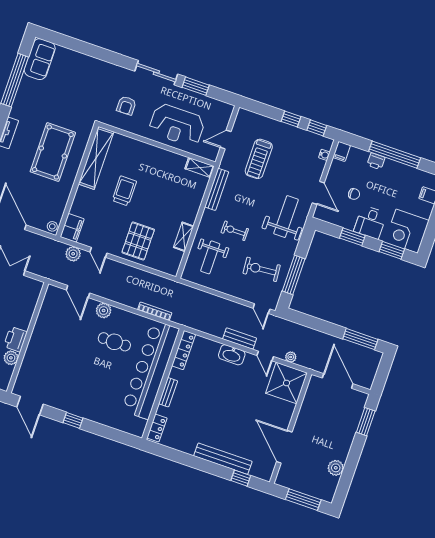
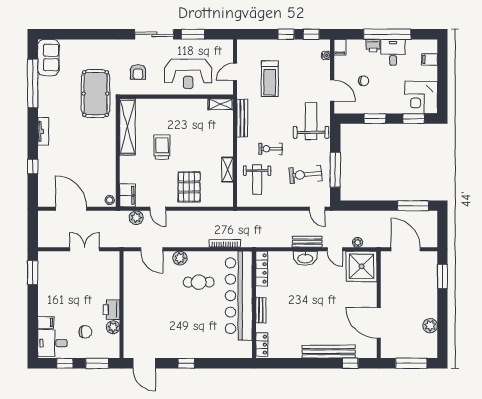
pool table: (53, 152) -> (95, 94), moved
desk: (370, 222) -> (393, 52), moved, turned 180

